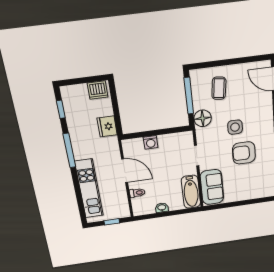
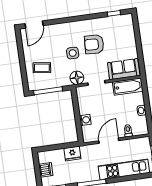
dishwasher: (98, 90) -> (46, 170), moved
floor lamp: (203, 118) -> (77, 78), moved
armchair: (244, 153) -> (94, 44), turned 93

